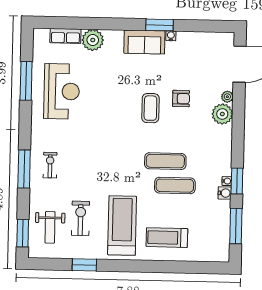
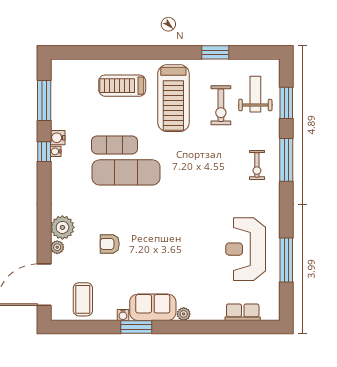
plant: (93, 40) -> (184, 314), moved, width x0.53, depth x0.53
coffee table: (150, 108) -> (83, 299), moved
exercise mat: (165, 161) -> (126, 172), width x1.36, depth x1.45
window: (237, 181) -> (44, 152), width x0.67
window: (23, 233) -> (286, 103), moved
treadmill: (167, 238) -> (122, 86), turned 180

